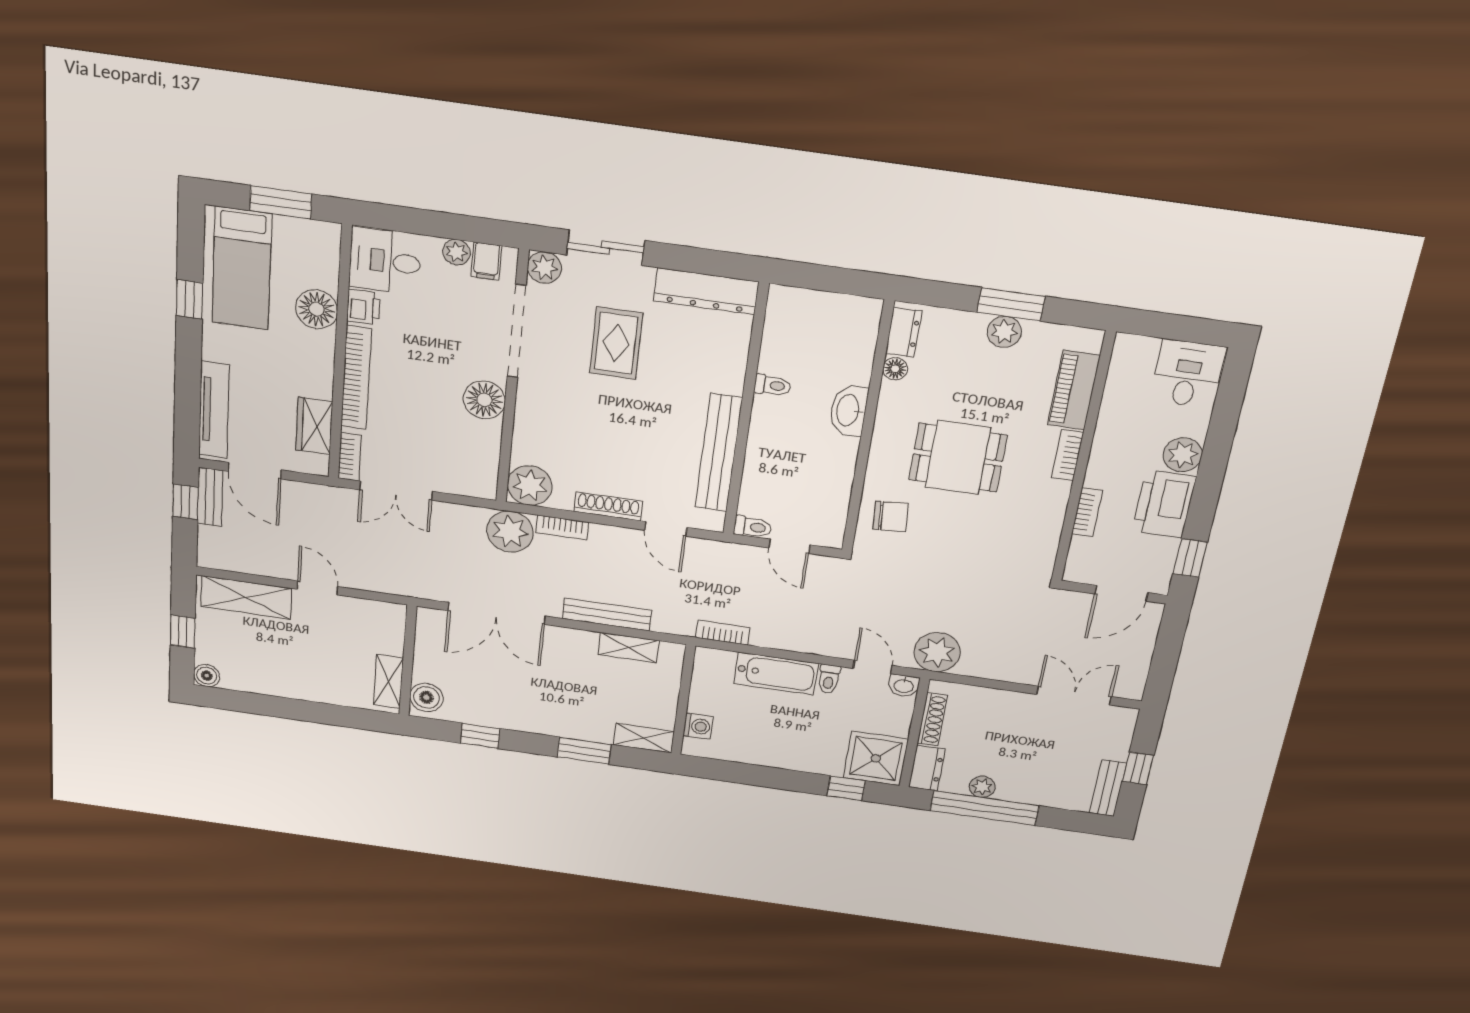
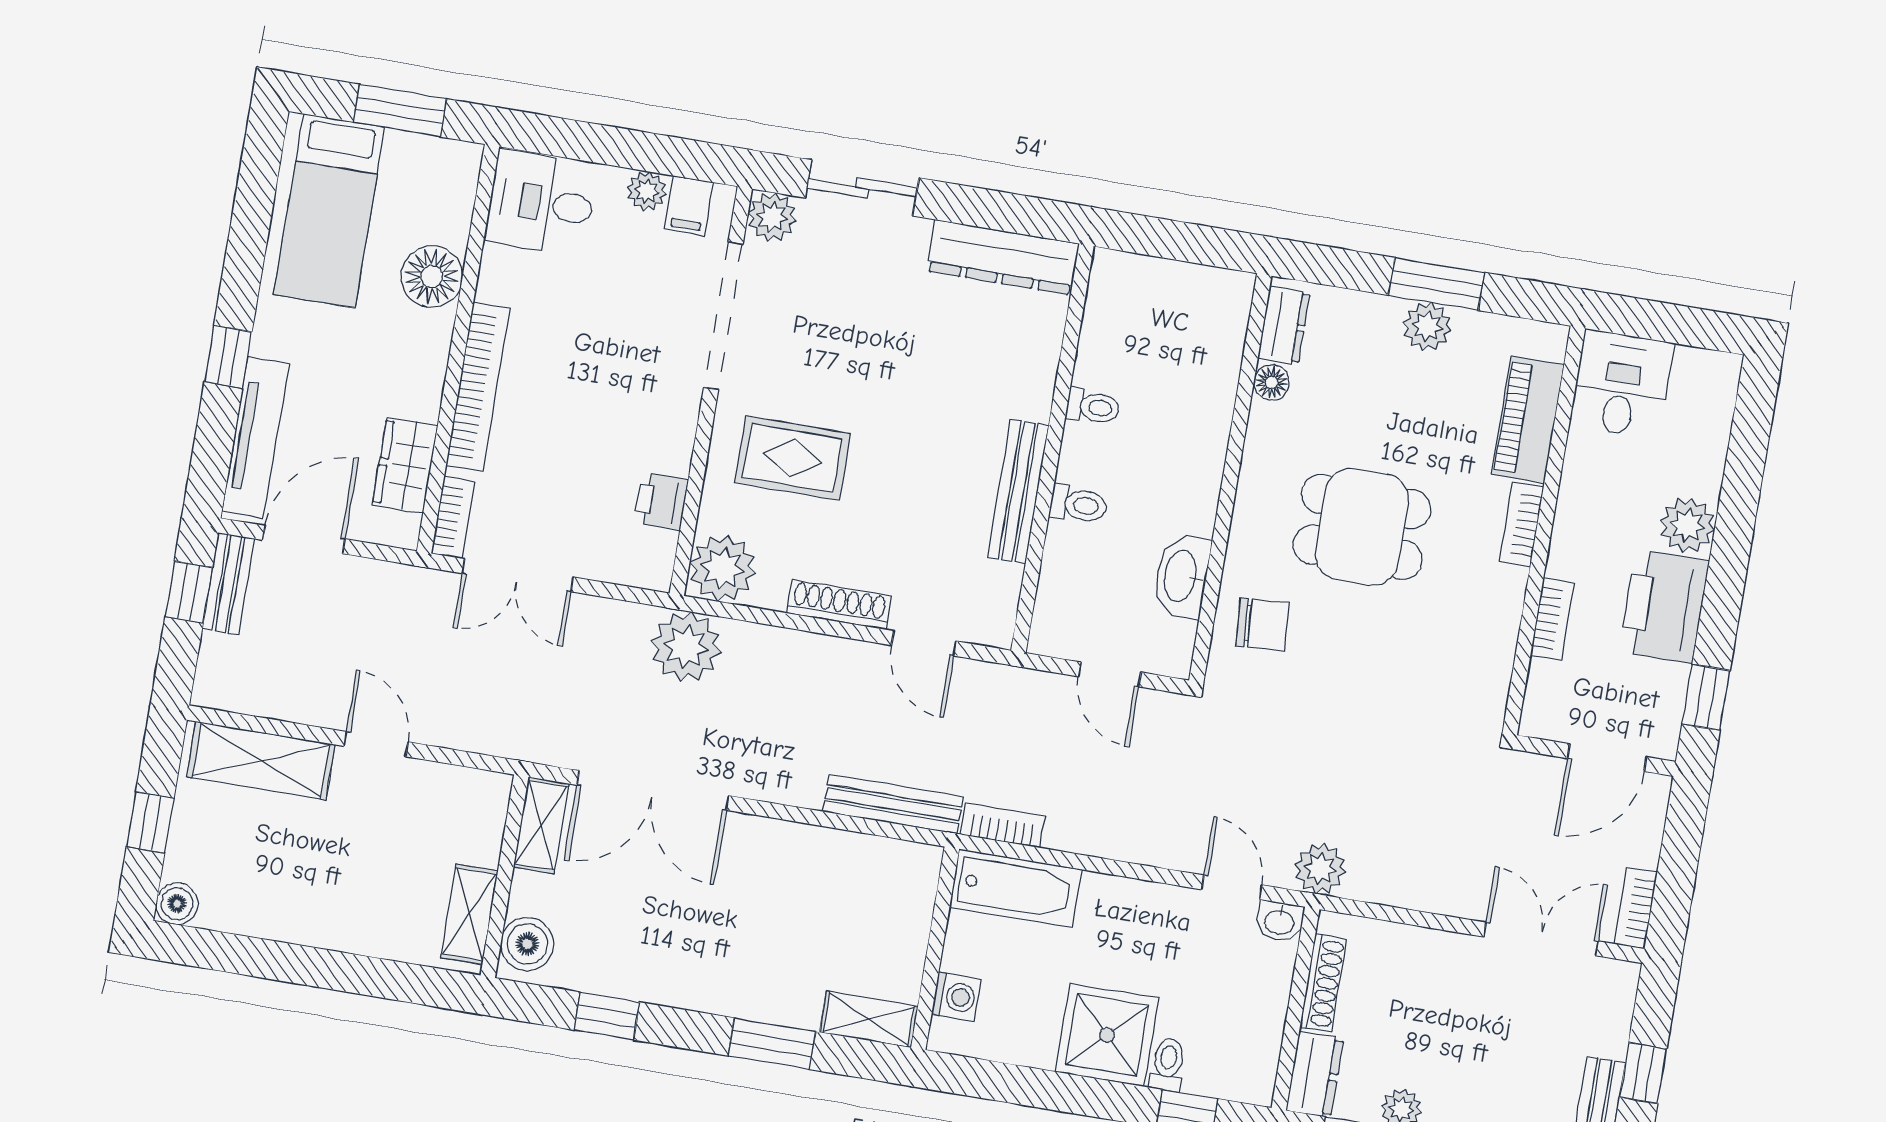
window: (190, 299) -> (228, 357), moved
printer: (363, 307) -> (661, 501), moved, turned 180
rug: (616, 343) -> (793, 458), moved, turned 90
desk: (1188, 374) -> (1622, 384), moved
floor lamp: (484, 400) -> (666, 425), removed
washbasin: (849, 410) -> (1182, 576), moved
bench: (719, 453) -> (1018, 491), width x0.73, depth x0.82
door: (255, 471) -> (304, 540), swing flipped
bookcase: (562, 527) -> (1636, 908), moved, turned 90
toilet: (753, 527) -> (1078, 505), moved
bench: (607, 614) -> (893, 804), moved
shelving: (629, 648) -> (541, 825), moved, turned 90
plant: (937, 652) -> (1320, 869), width x0.73, depth x0.73
bathtub: (776, 673) -> (1016, 888), moved
toilet: (829, 679) -> (1168, 1064), moved, turned 180
shower: (876, 758) -> (1107, 1035), moved

